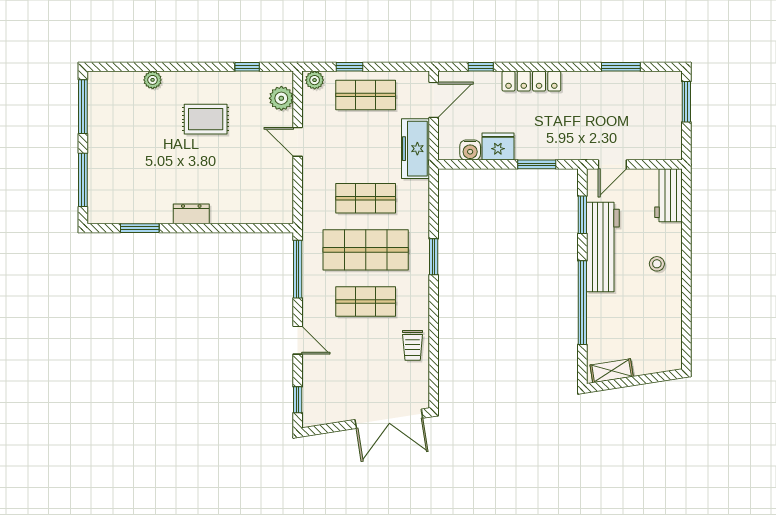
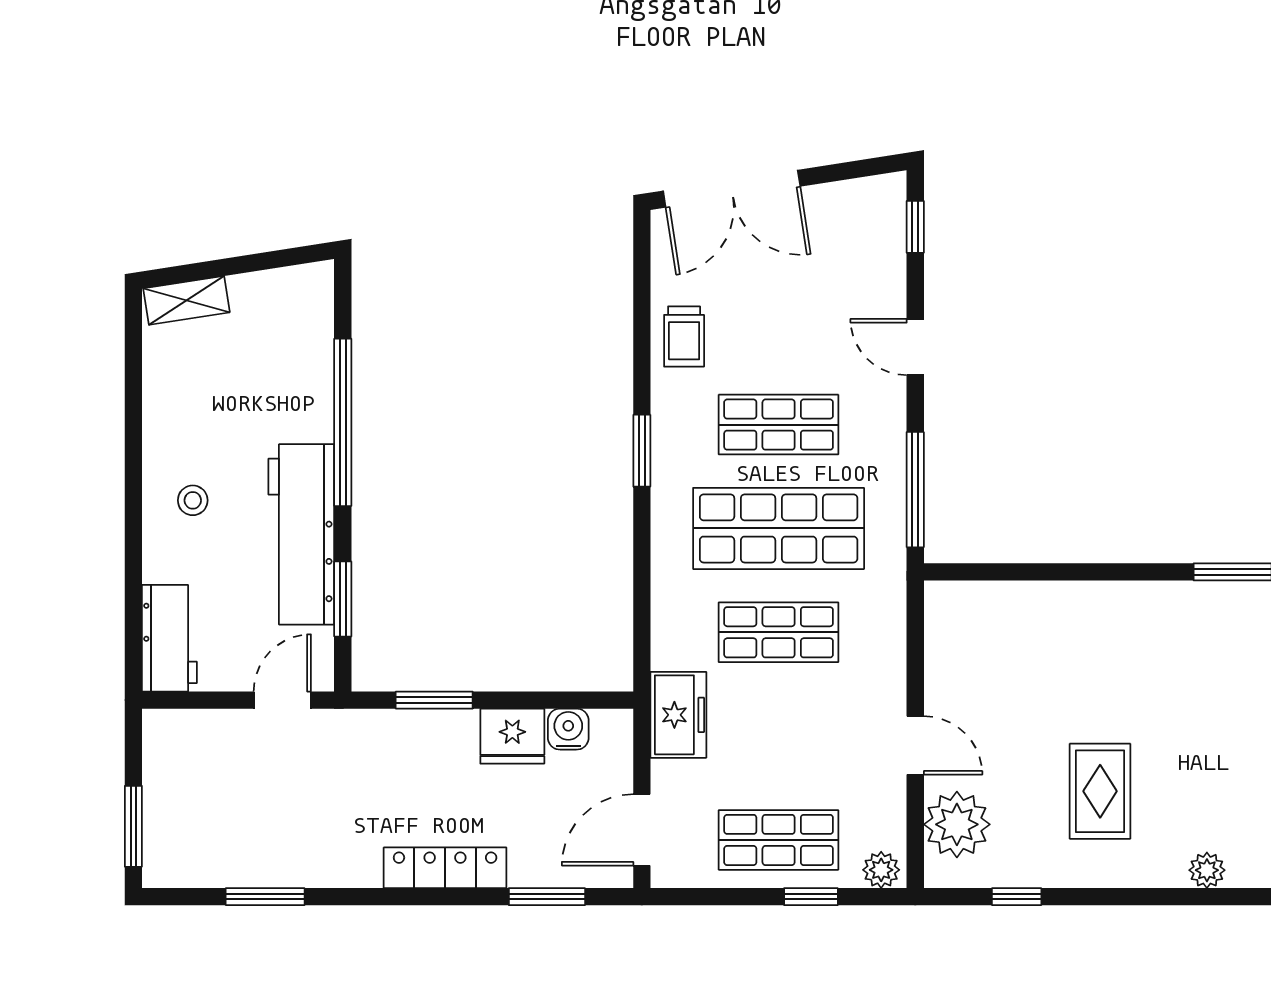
window: (481, 67) -> (547, 897), width x1.50
plant: (281, 98) -> (957, 824), width x1.36, depth x1.36
rug: (206, 119) -> (1100, 791), turned 90
freezer: (415, 149) -> (678, 715), width x0.71
dresser: (191, 214) -> (1129, 601), removed
window: (434, 257) -> (642, 451), moved
trolley: (413, 345) -> (684, 337), turned 180
shelving: (612, 371) -> (186, 300), moved
double door: (389, 419) -> (732, 189), swing flipped

